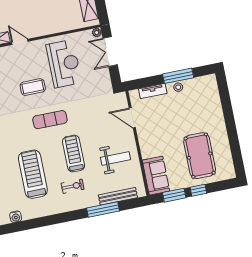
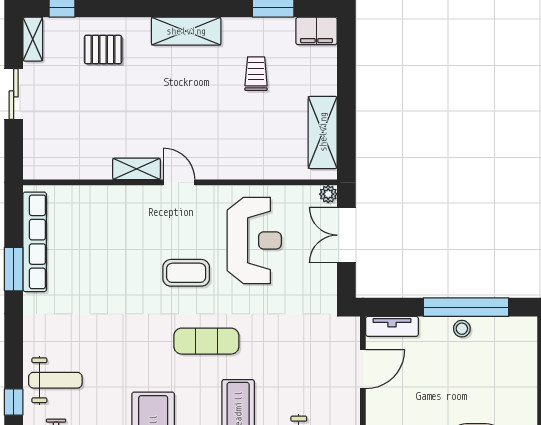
window: (178, 76) -> (466, 307), width x1.46
tv unit: (153, 91) -> (392, 326), moved
door: (132, 118) -> (363, 369), swing flipped

